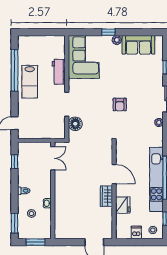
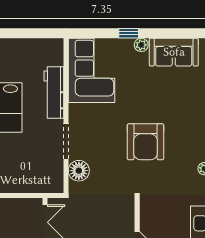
workbench: (59, 72) -> (54, 93), width x1.38
armchair: (120, 105) -> (146, 142), width x1.88, depth x1.88

